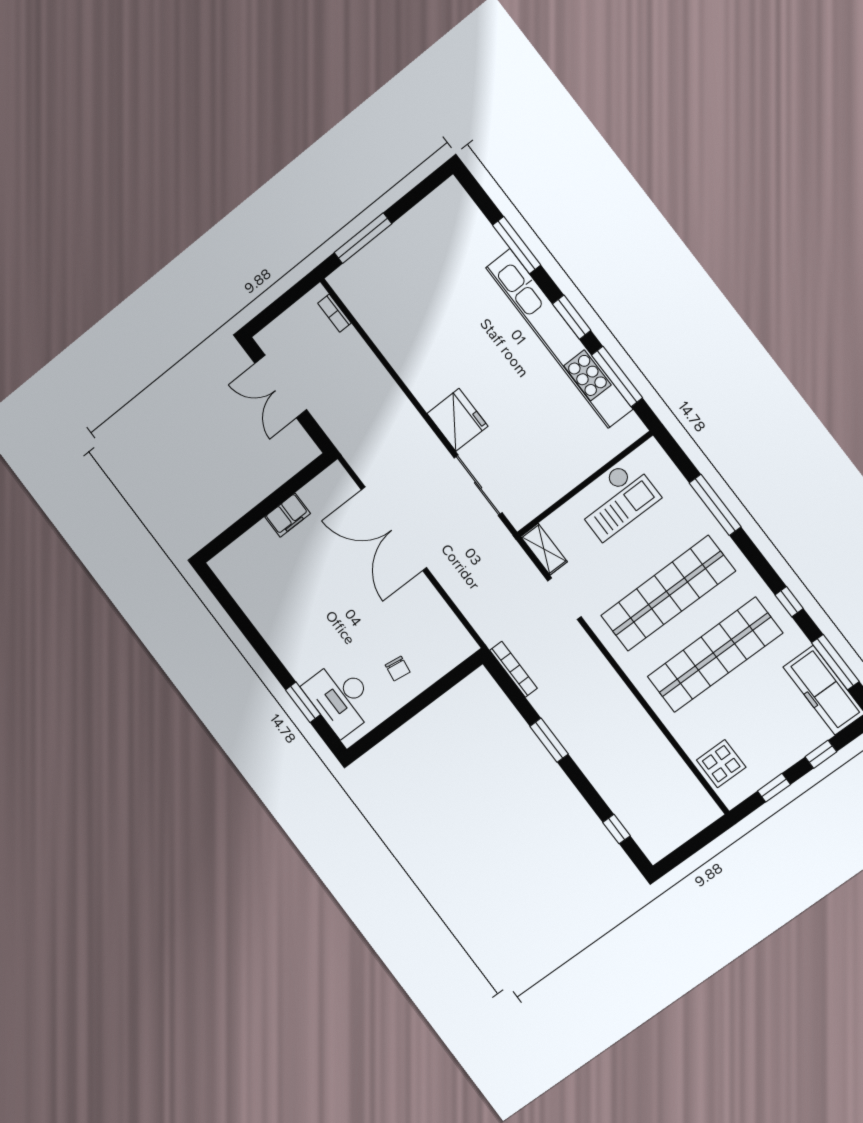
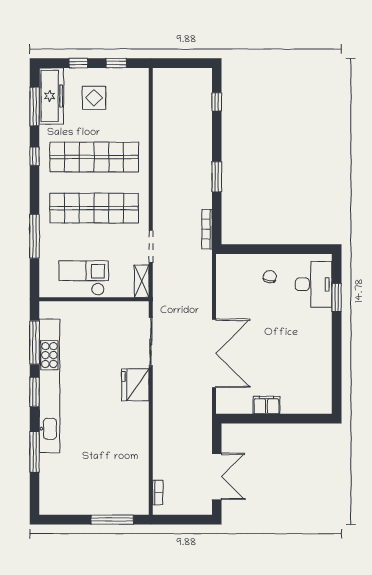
display table: (721, 764) -> (94, 98), moved

